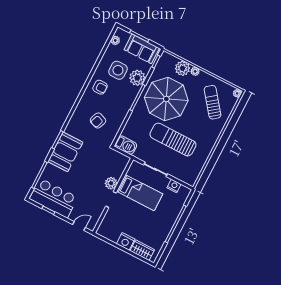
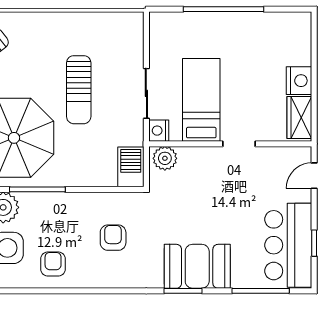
armchair: (98, 121) -> (113, 238), turned -110
sun lounger: (173, 140) -> (79, 90), width x0.73, depth x0.75
plant: (111, 183) -> (165, 158), moved
nightstand: (174, 186) -> (159, 131), moved
door: (79, 226) -> (314, 176), hinge flipped
wardrobe: (142, 250) -> (299, 118), moved

